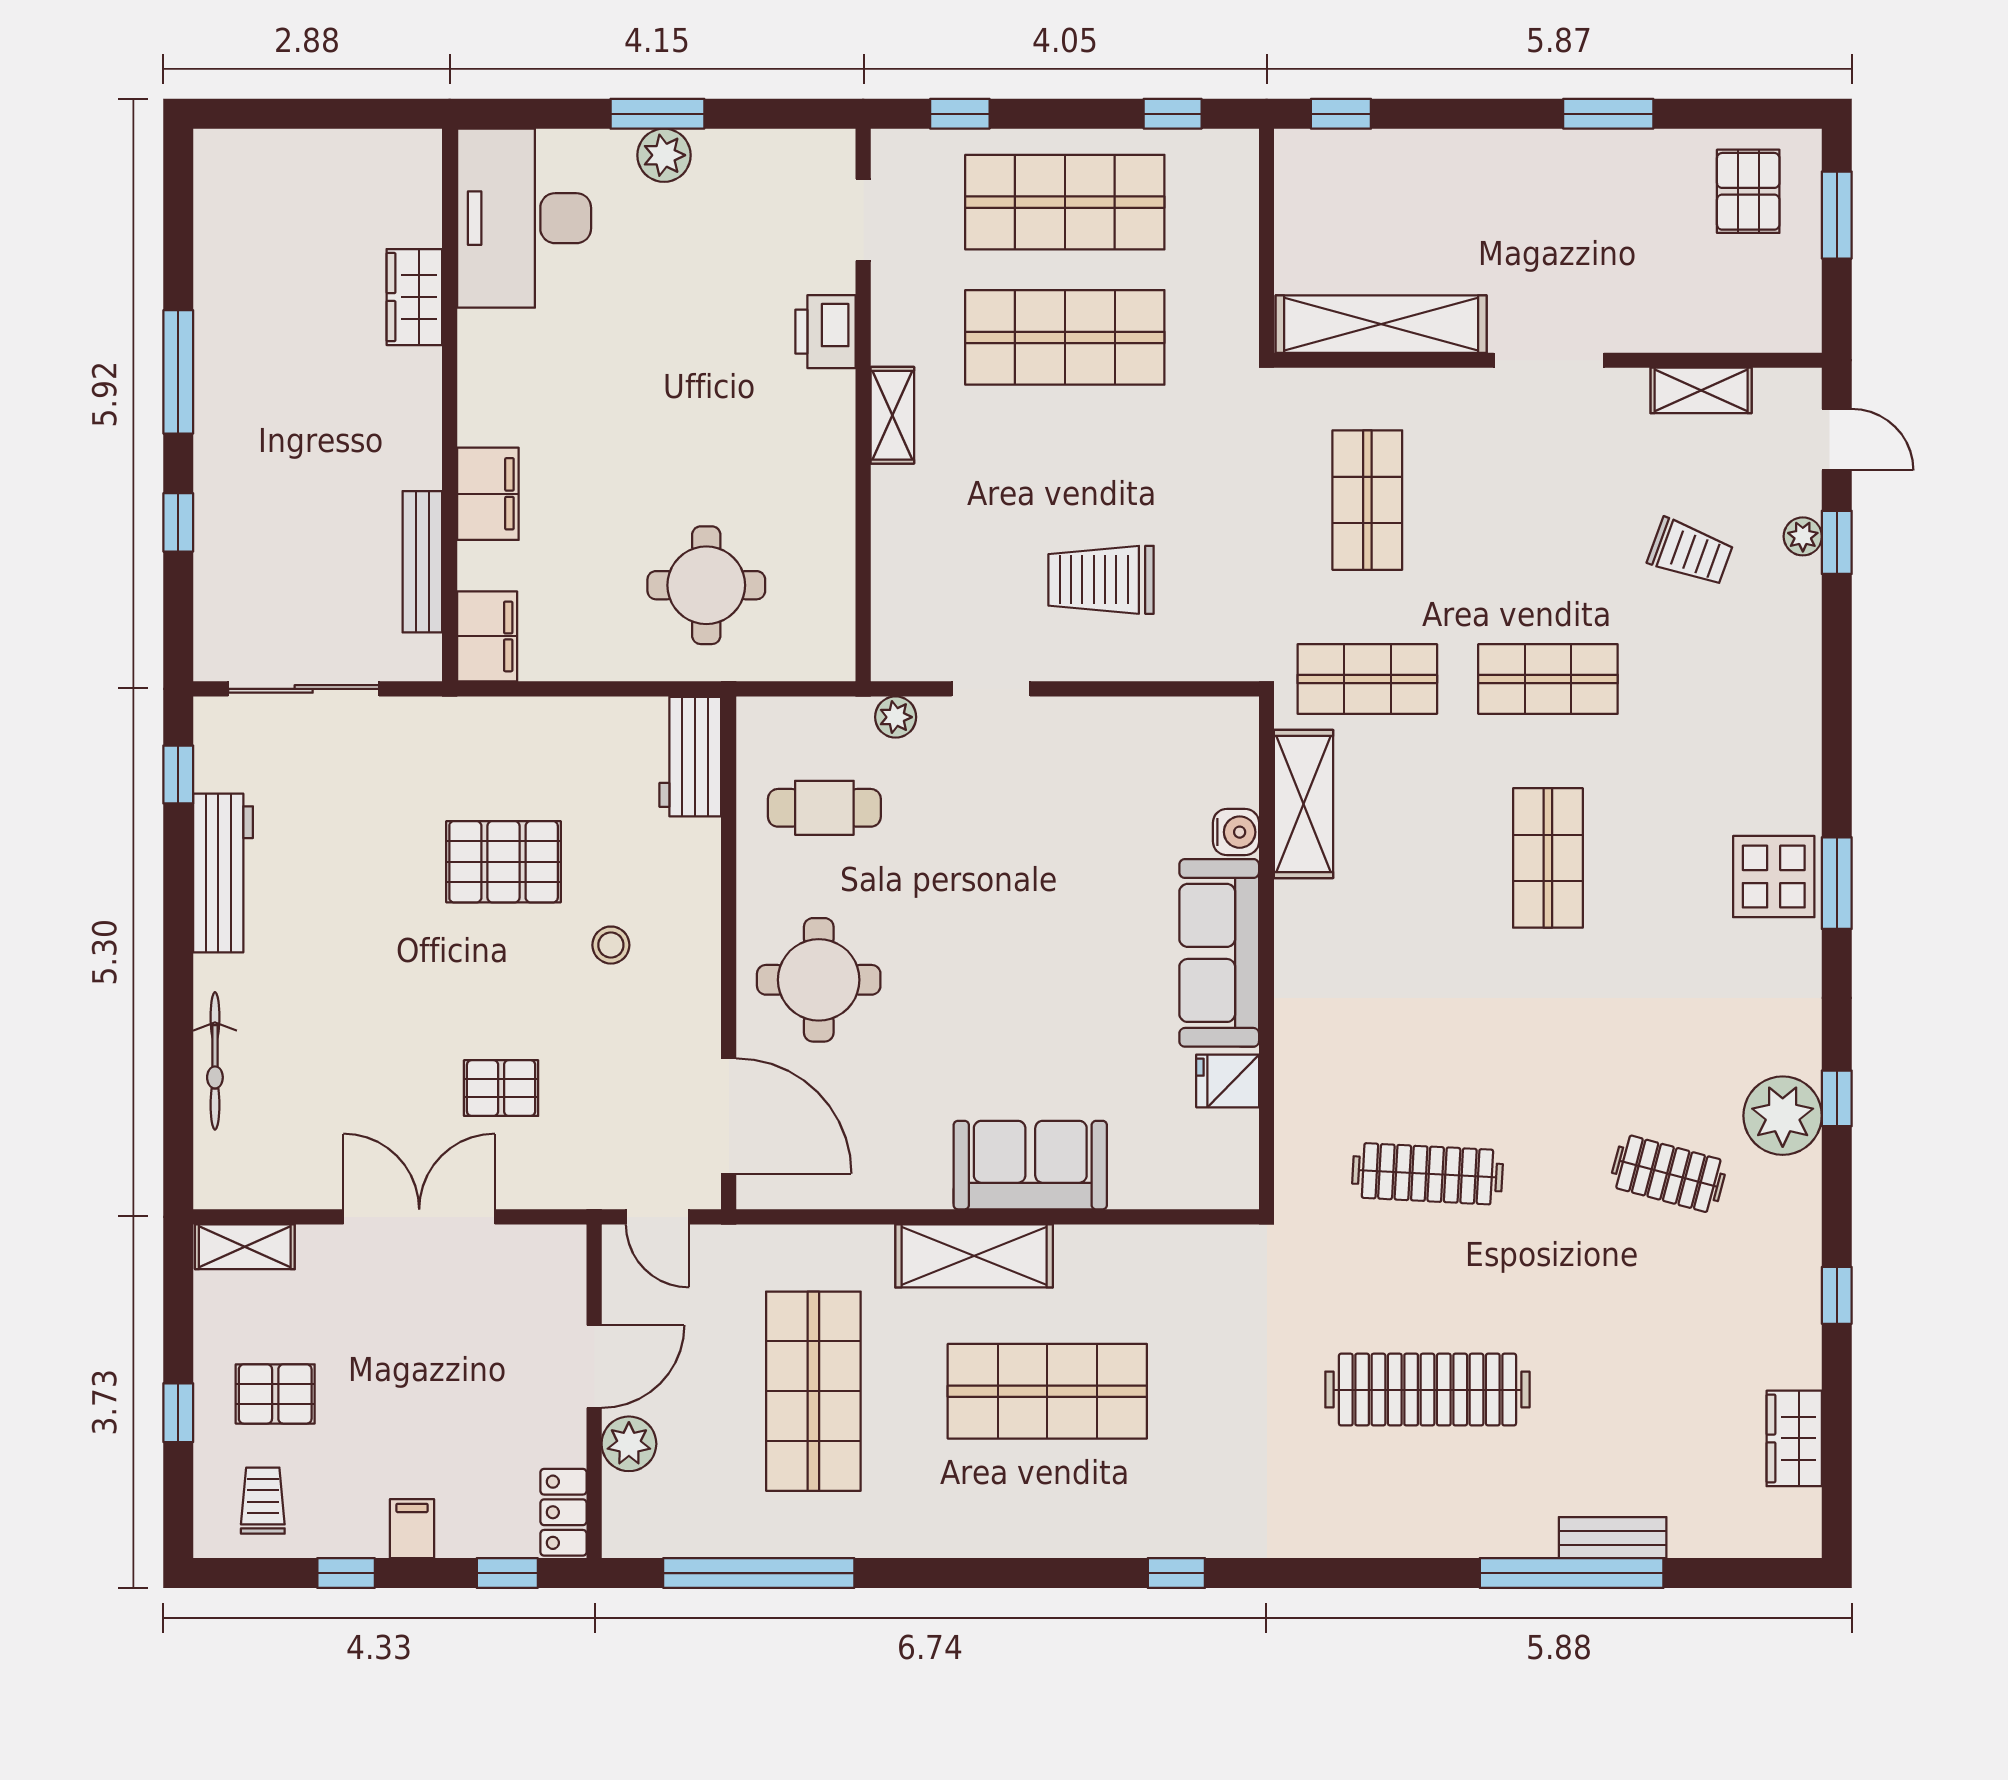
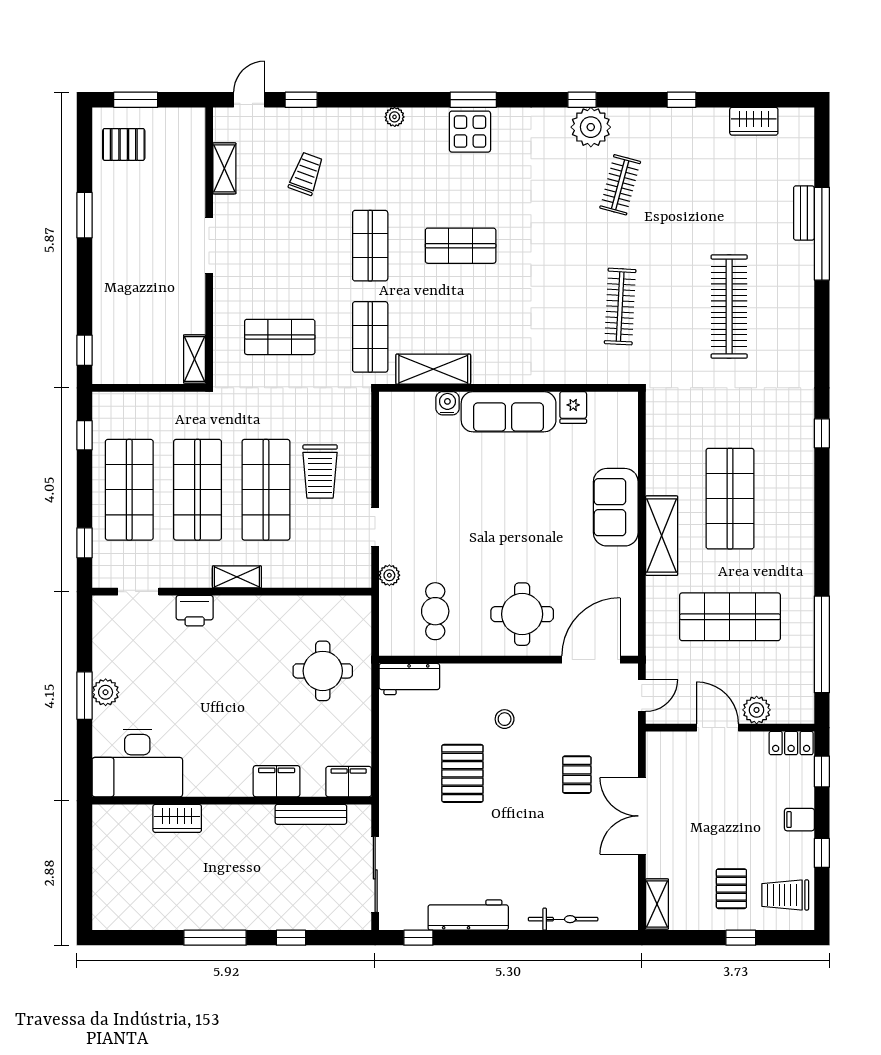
shelving: (1381, 324) -> (194, 359), width x0.45, depth x0.75
shop shelf: (1065, 473) -> (266, 490), added
plant: (1803, 536) -> (395, 117), moved
trolley: (263, 1501) -> (785, 895), width x1.36, depth x1.39

